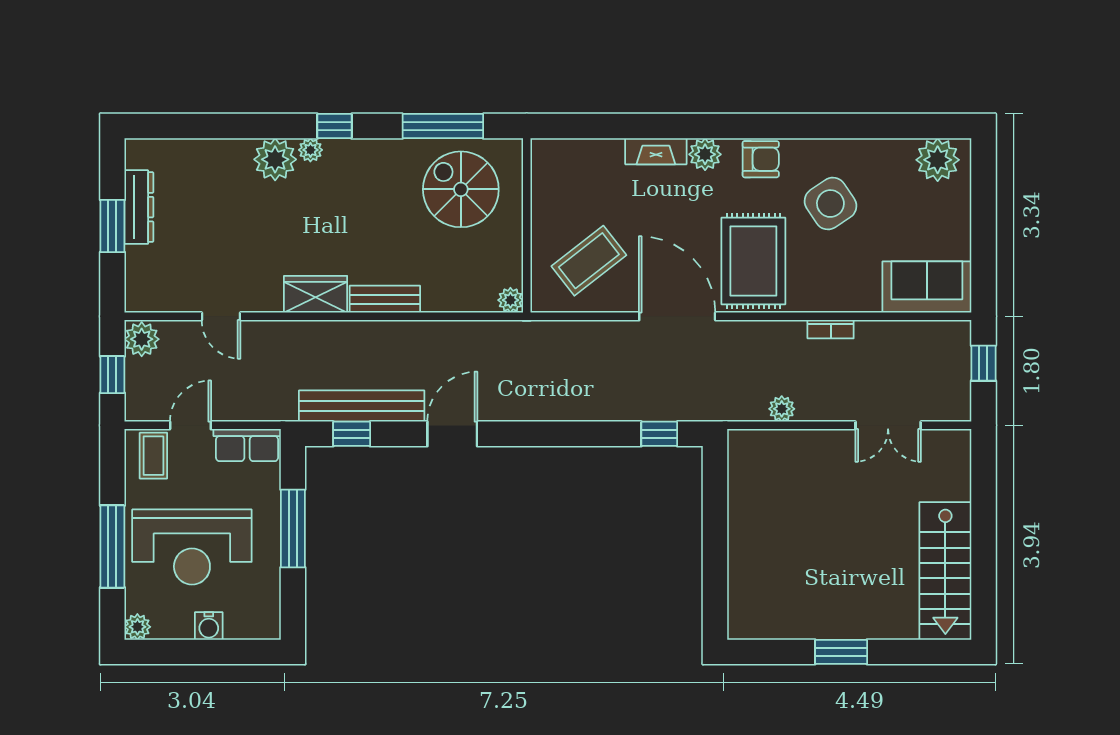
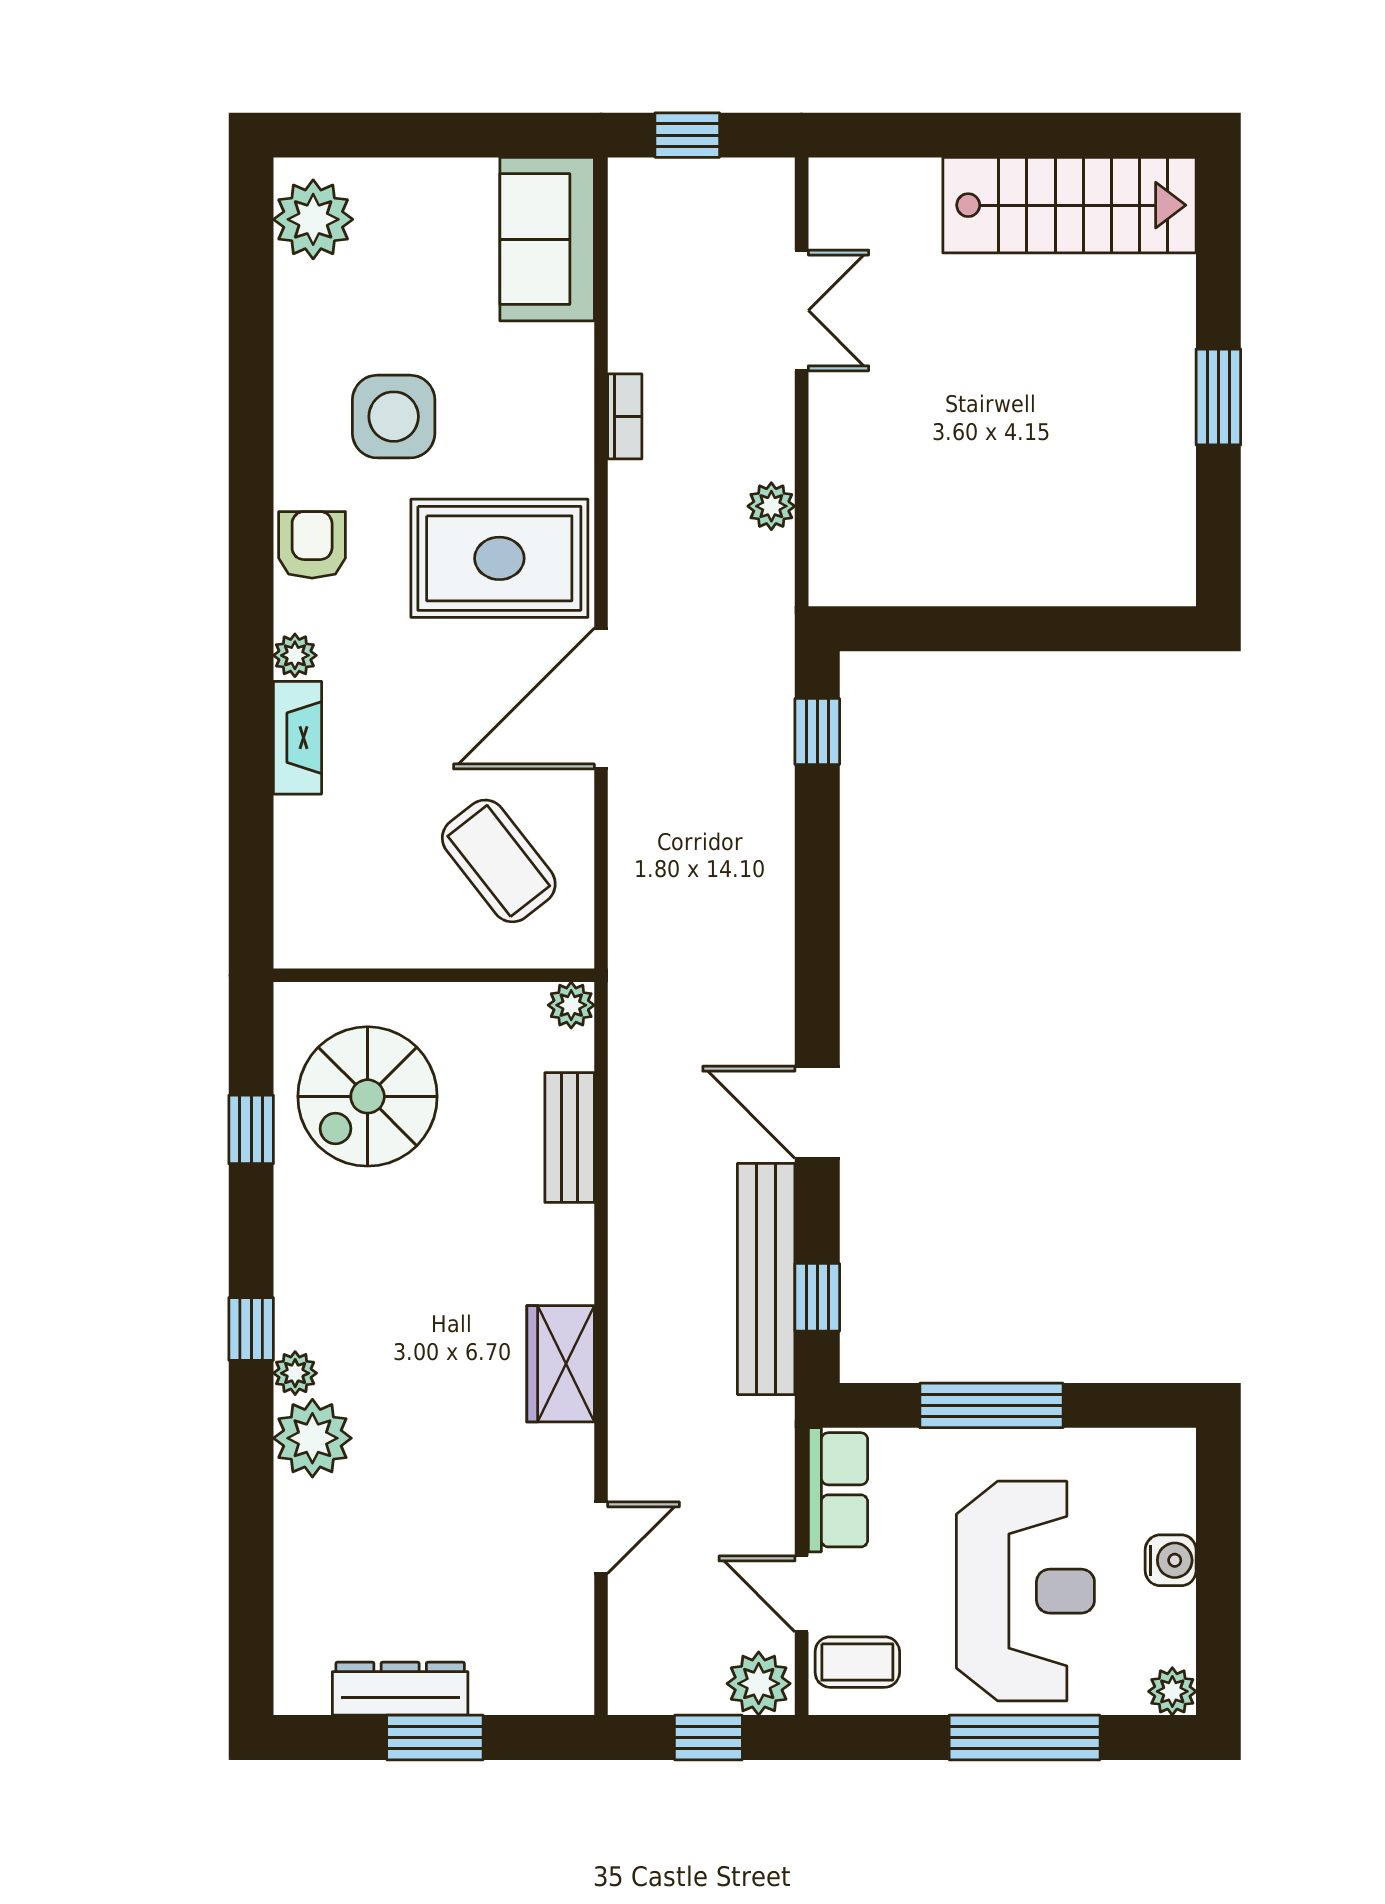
window: (443, 126) -> (251, 1129), width x0.46
plant: (705, 154) -> (295, 655), width x0.73, depth x0.73
side table: (830, 204) -> (394, 417), turned 34
bench: (385, 299) -> (570, 1138), moved
plant: (142, 339) -> (759, 1684), moved

